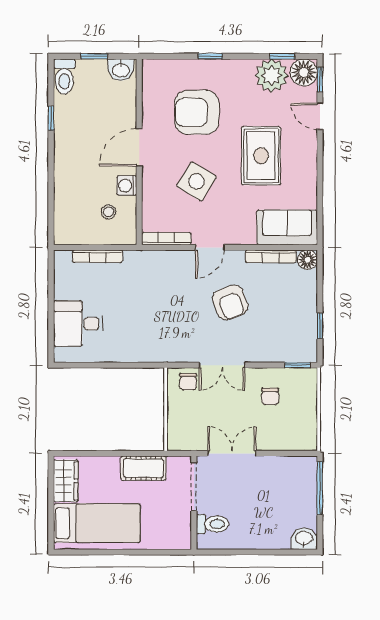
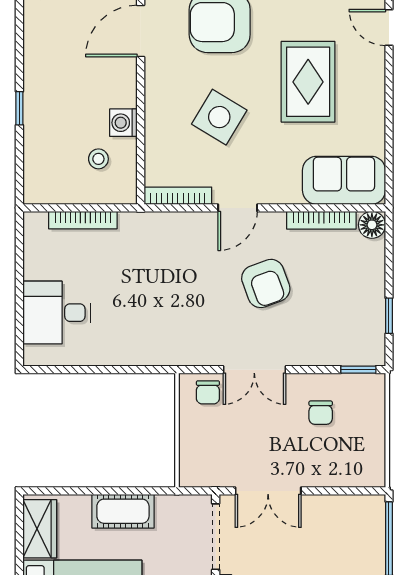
window: (51, 118) -> (19, 108), moved
door: (139, 147) -> (141, 31), moved
double door: (232, 453) -> (268, 491), swing flipped
cot: (143, 468) -> (123, 511), moved

